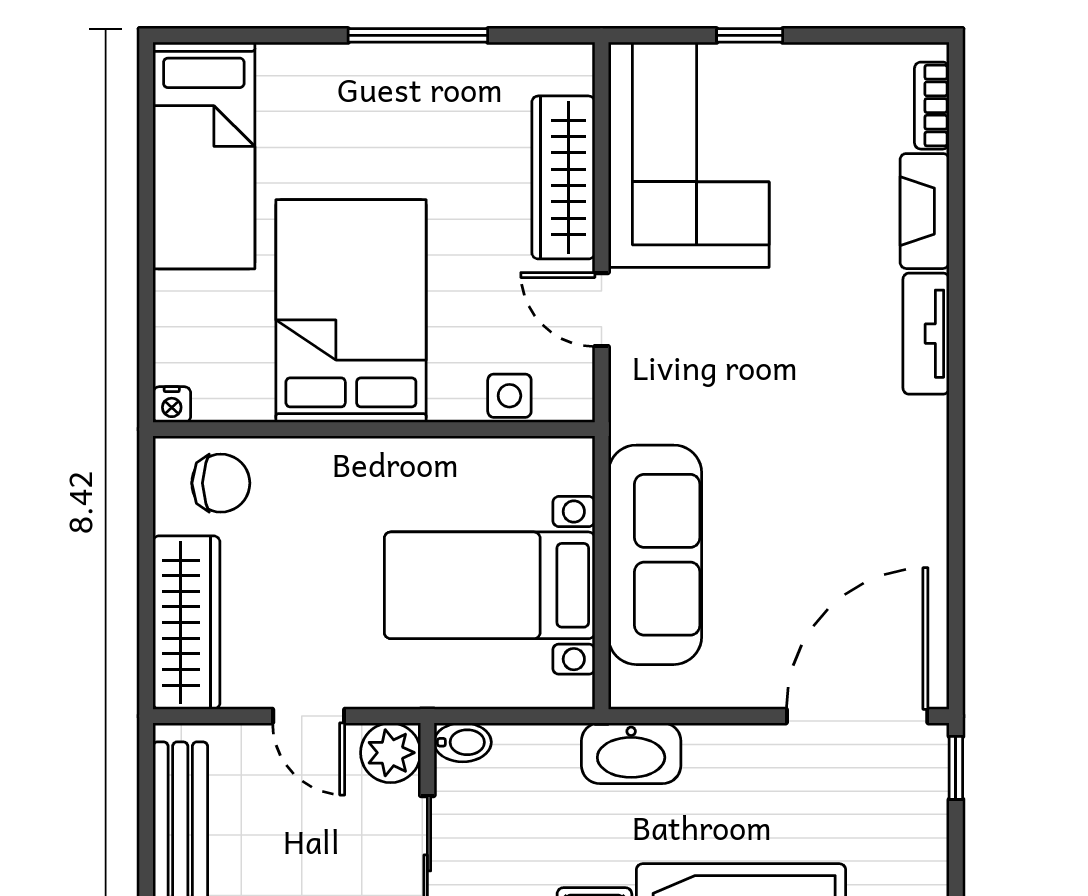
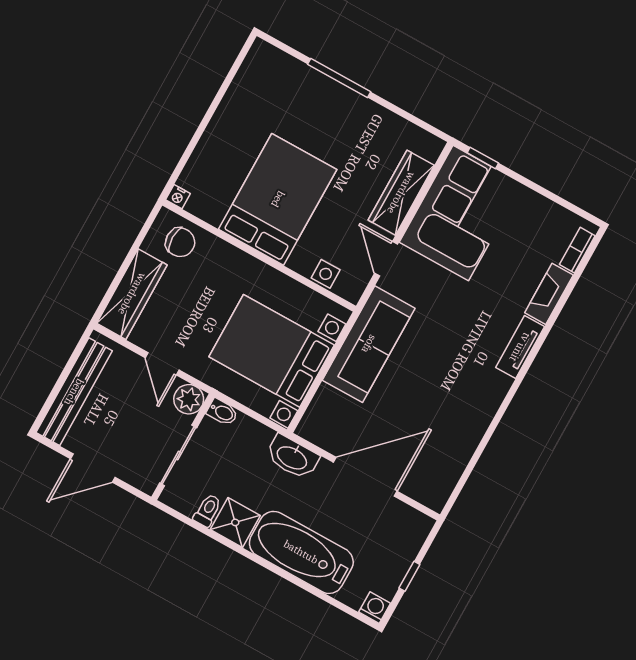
window: (418, 35) -> (339, 78), moved
window: (750, 35) -> (483, 158), moved
bed: (204, 156) -> (251, 97), removed
sofa: (655, 555) -> (369, 344), moved
bed with nightstands: (490, 585) -> (272, 351), width x1.36
door: (857, 716) -> (365, 477), moved
window: (956, 768) -> (409, 576), moved

